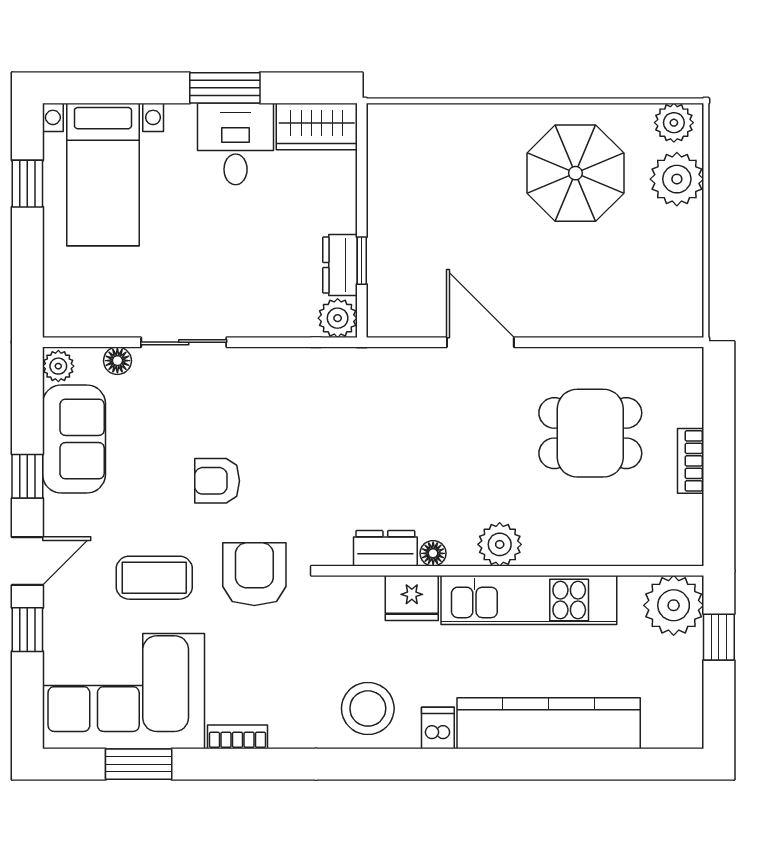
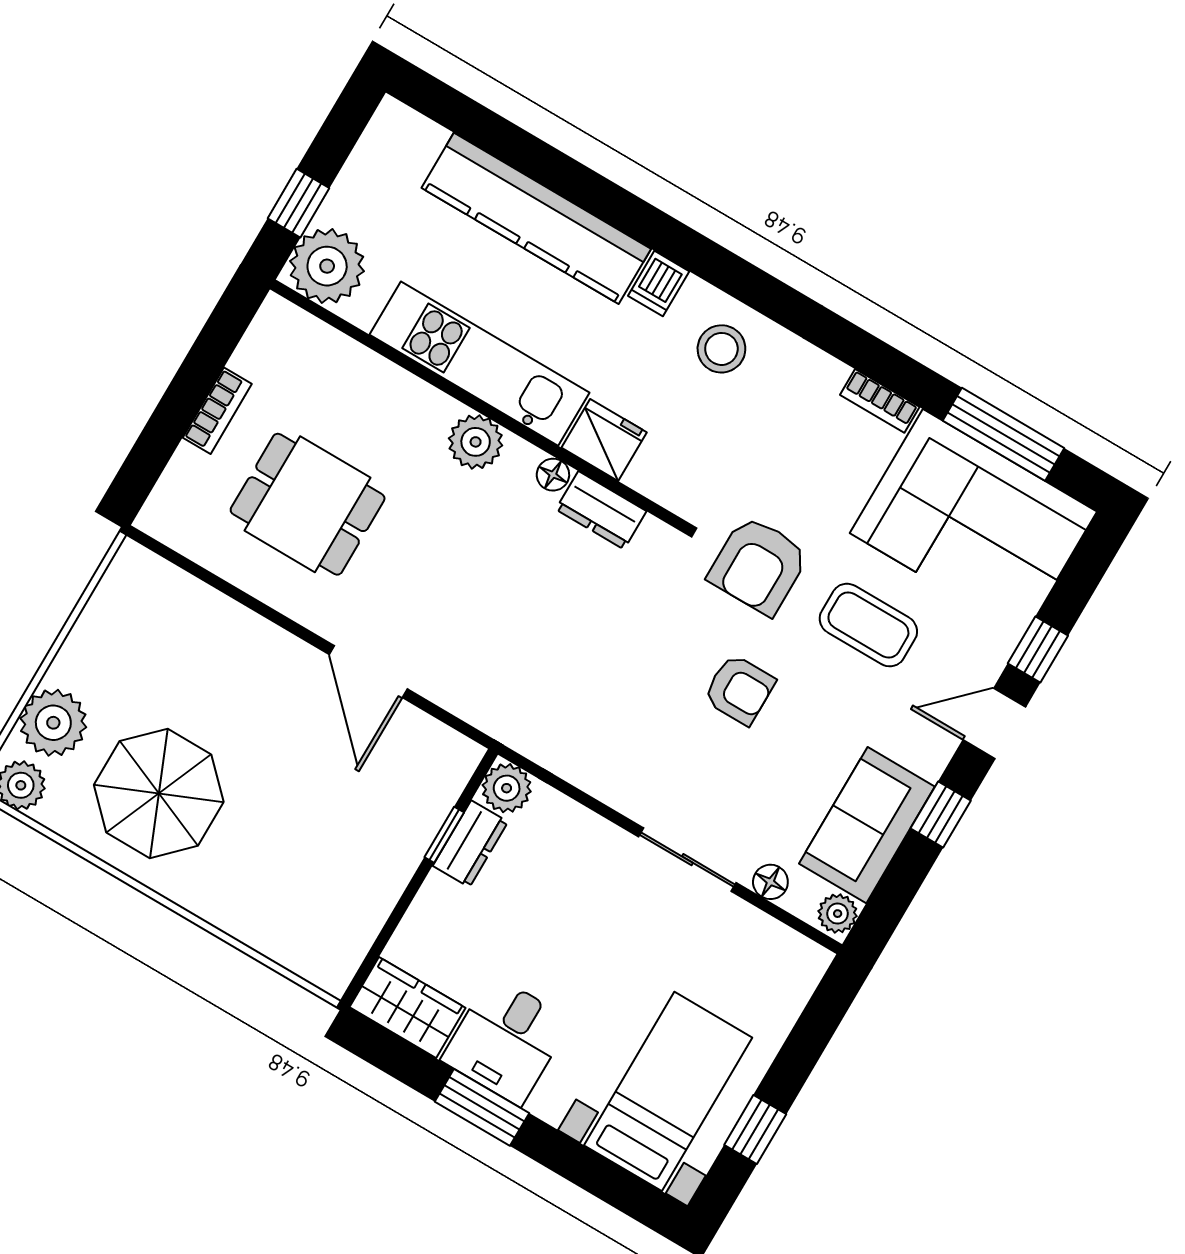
stool: (368, 708) -> (721, 349), width x0.73, depth x0.73
window: (139, 764) -> (1004, 434), width x1.44

